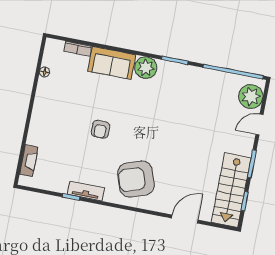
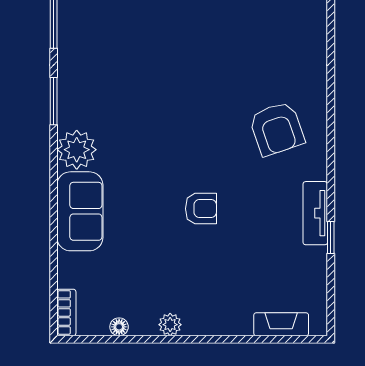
bookcase: (78, 49) -> (66, 312), moved
plant: (40, 100) -> (170, 325), added
armchair: (136, 179) -> (277, 129), width x0.73, depth x0.73
door: (185, 219) -> (331, 29), removed

